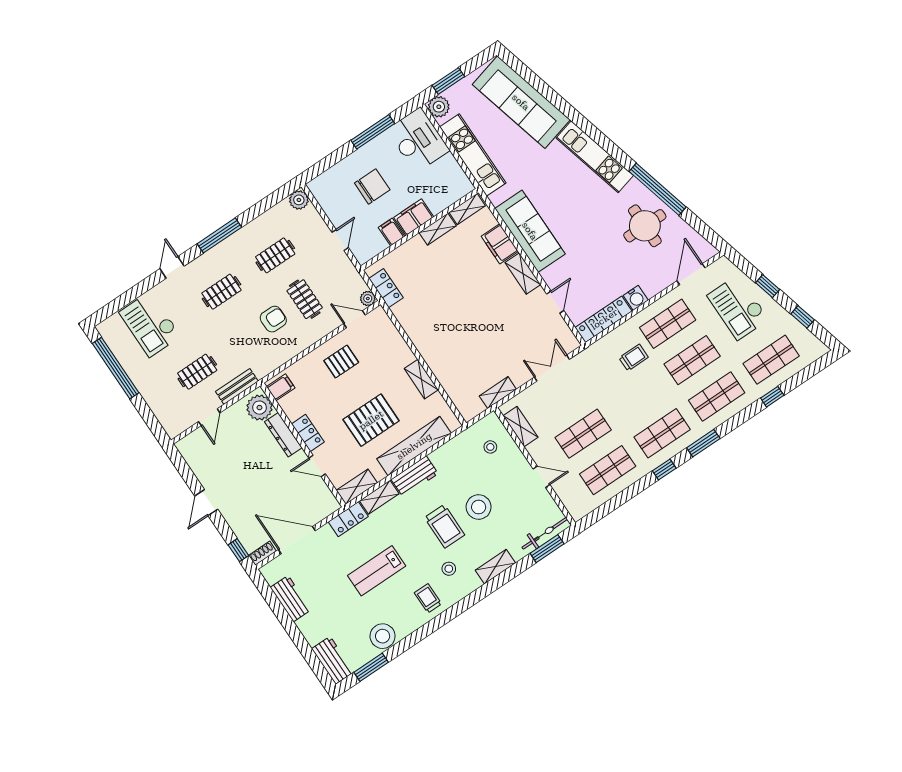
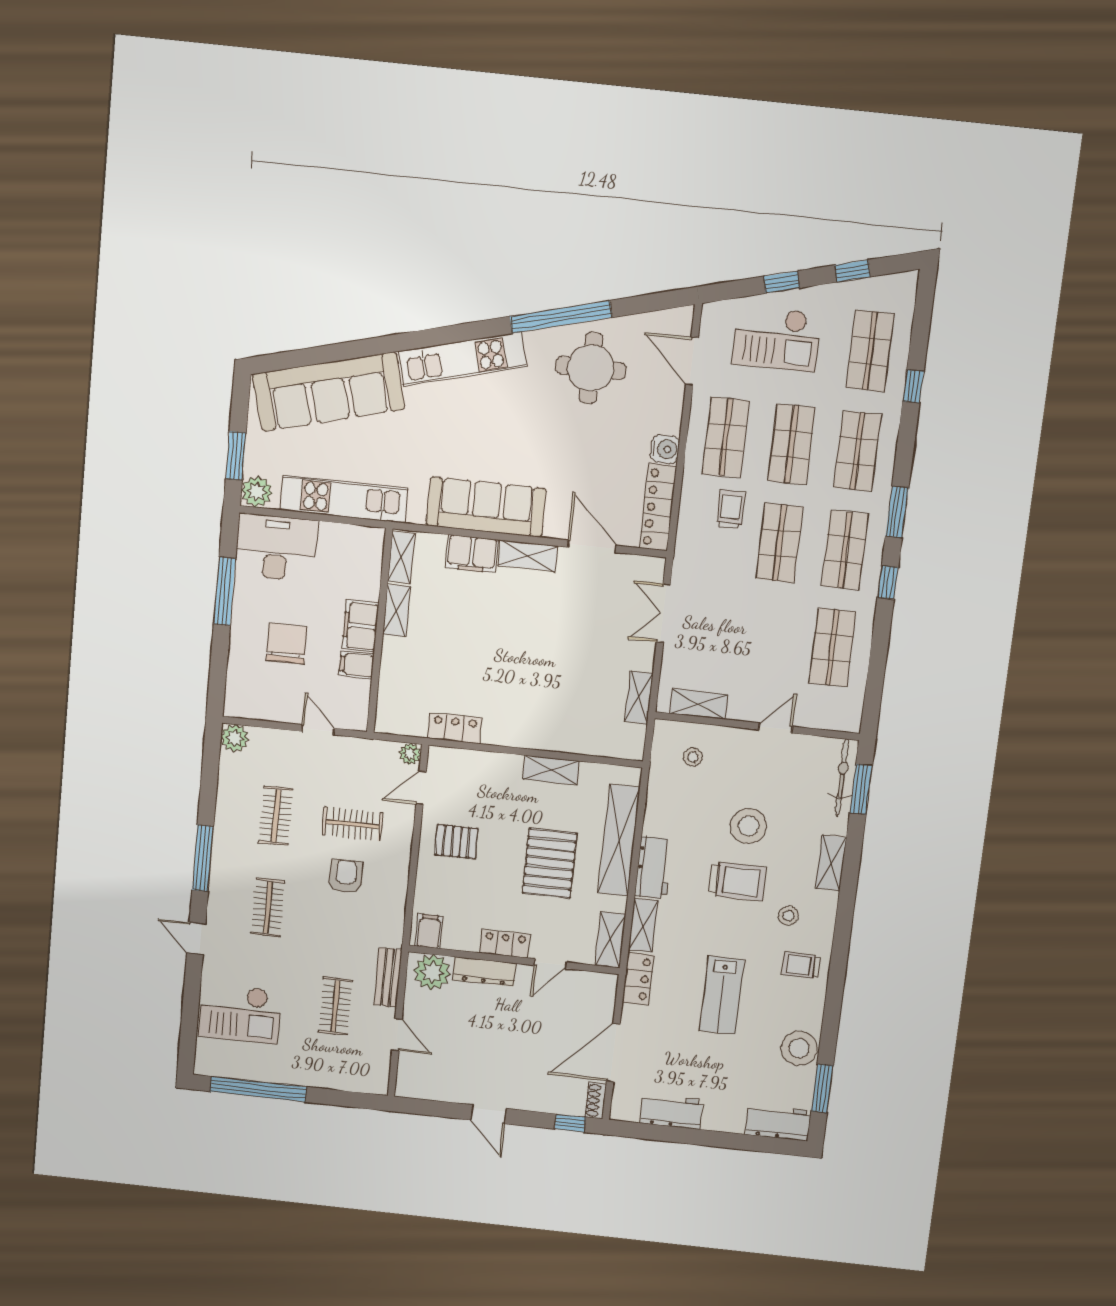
locker: (386, 288) -> (455, 728), moved
door: (555, 302) -> (592, 546), width x1.38
pallet: (341, 362) -> (456, 842), turned 90
shop shelf: (583, 434) -> (779, 543), moved

